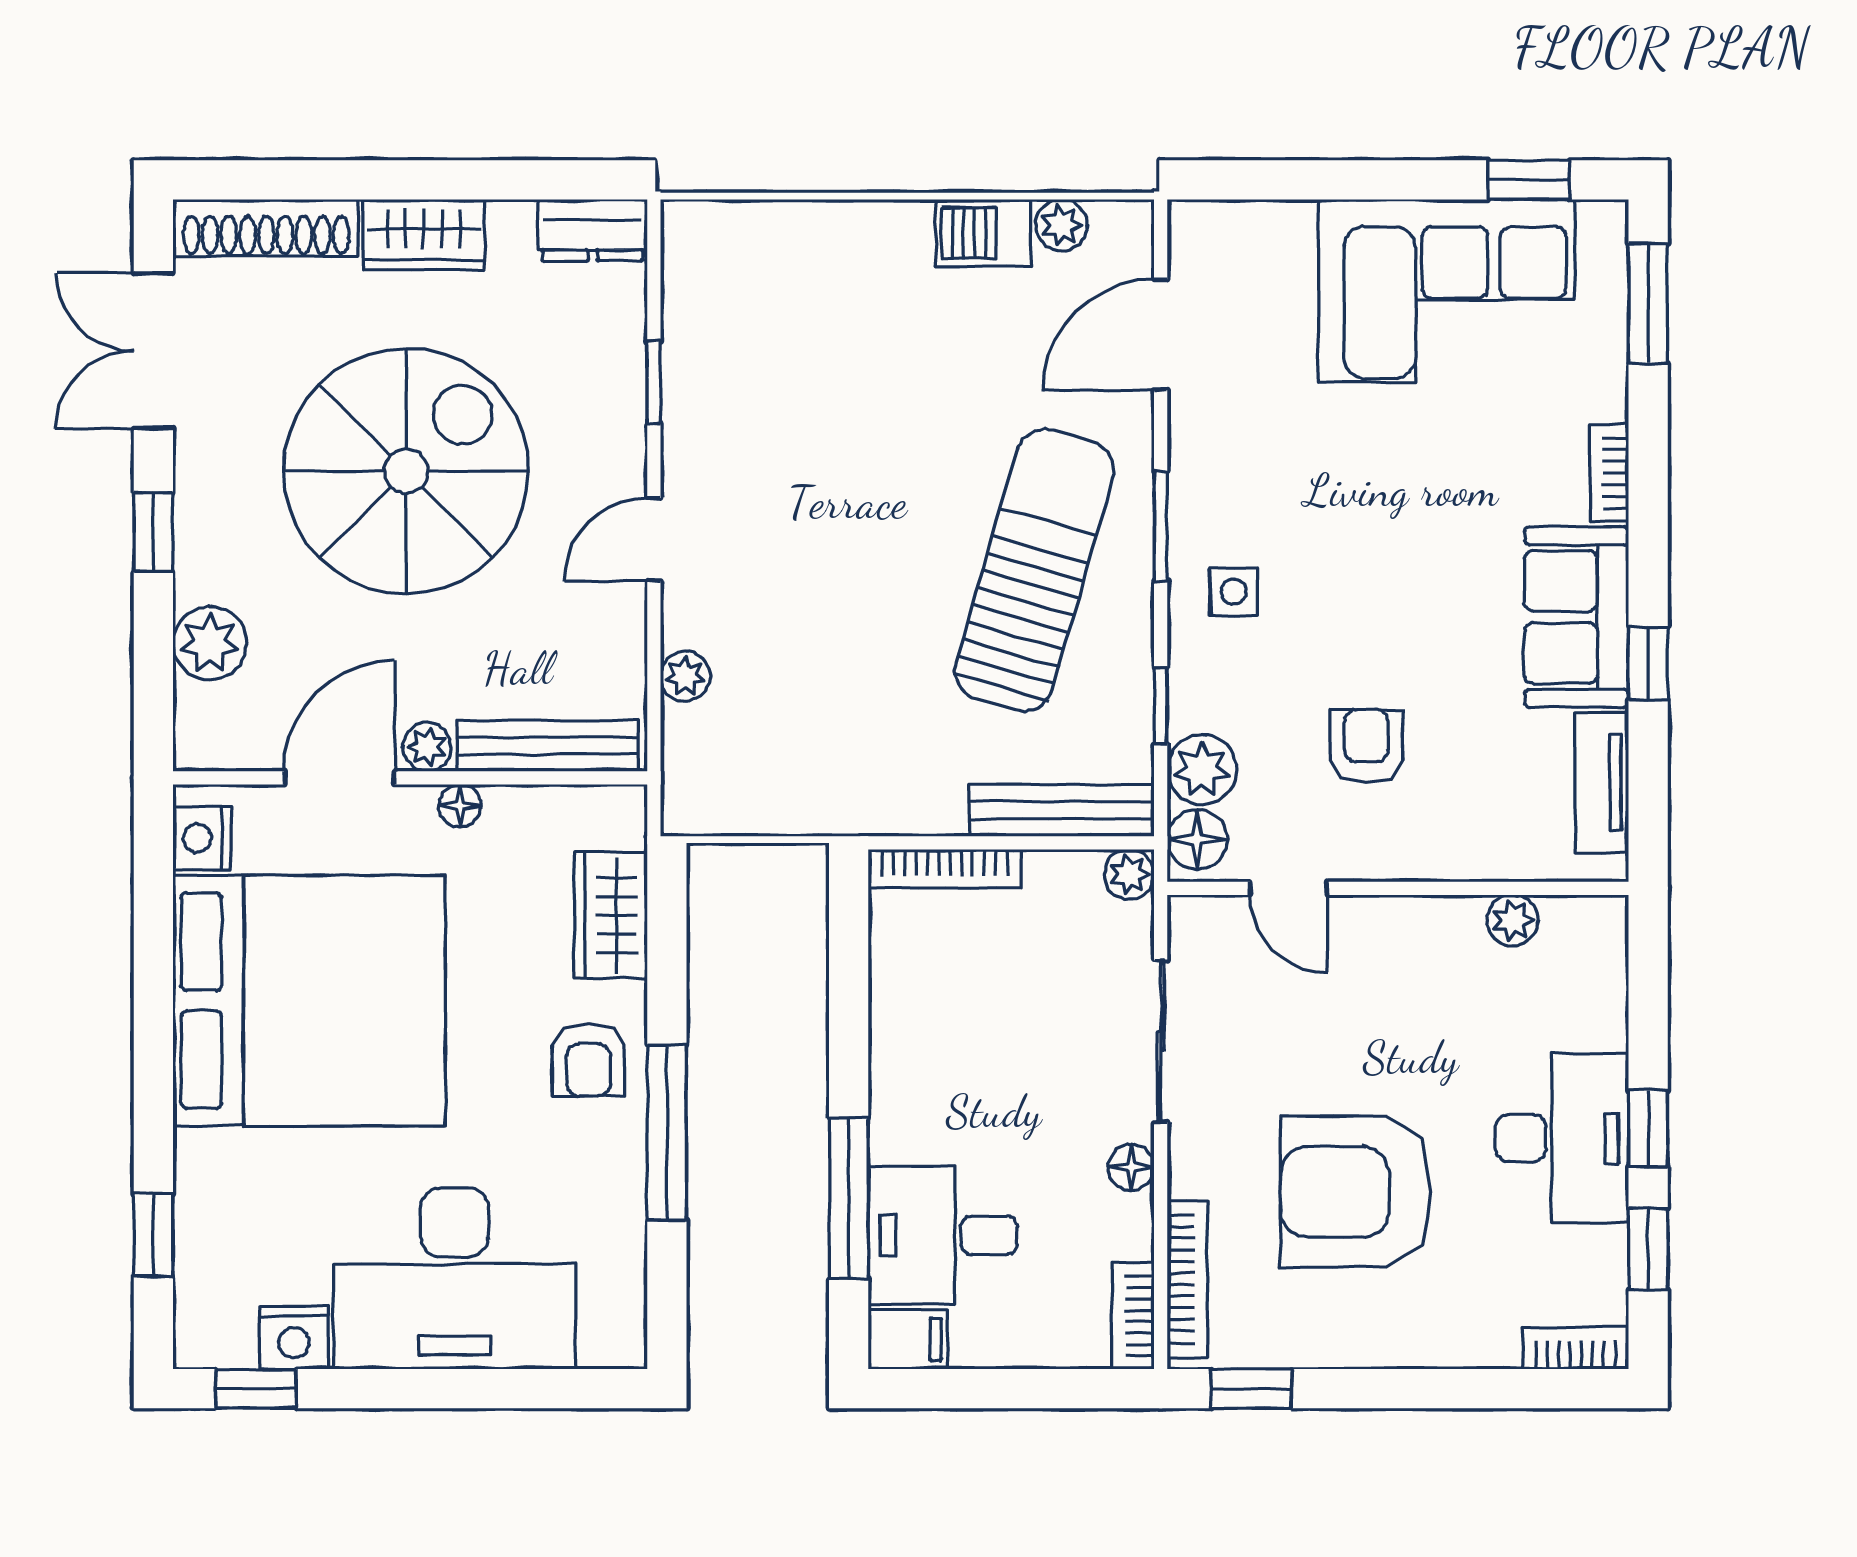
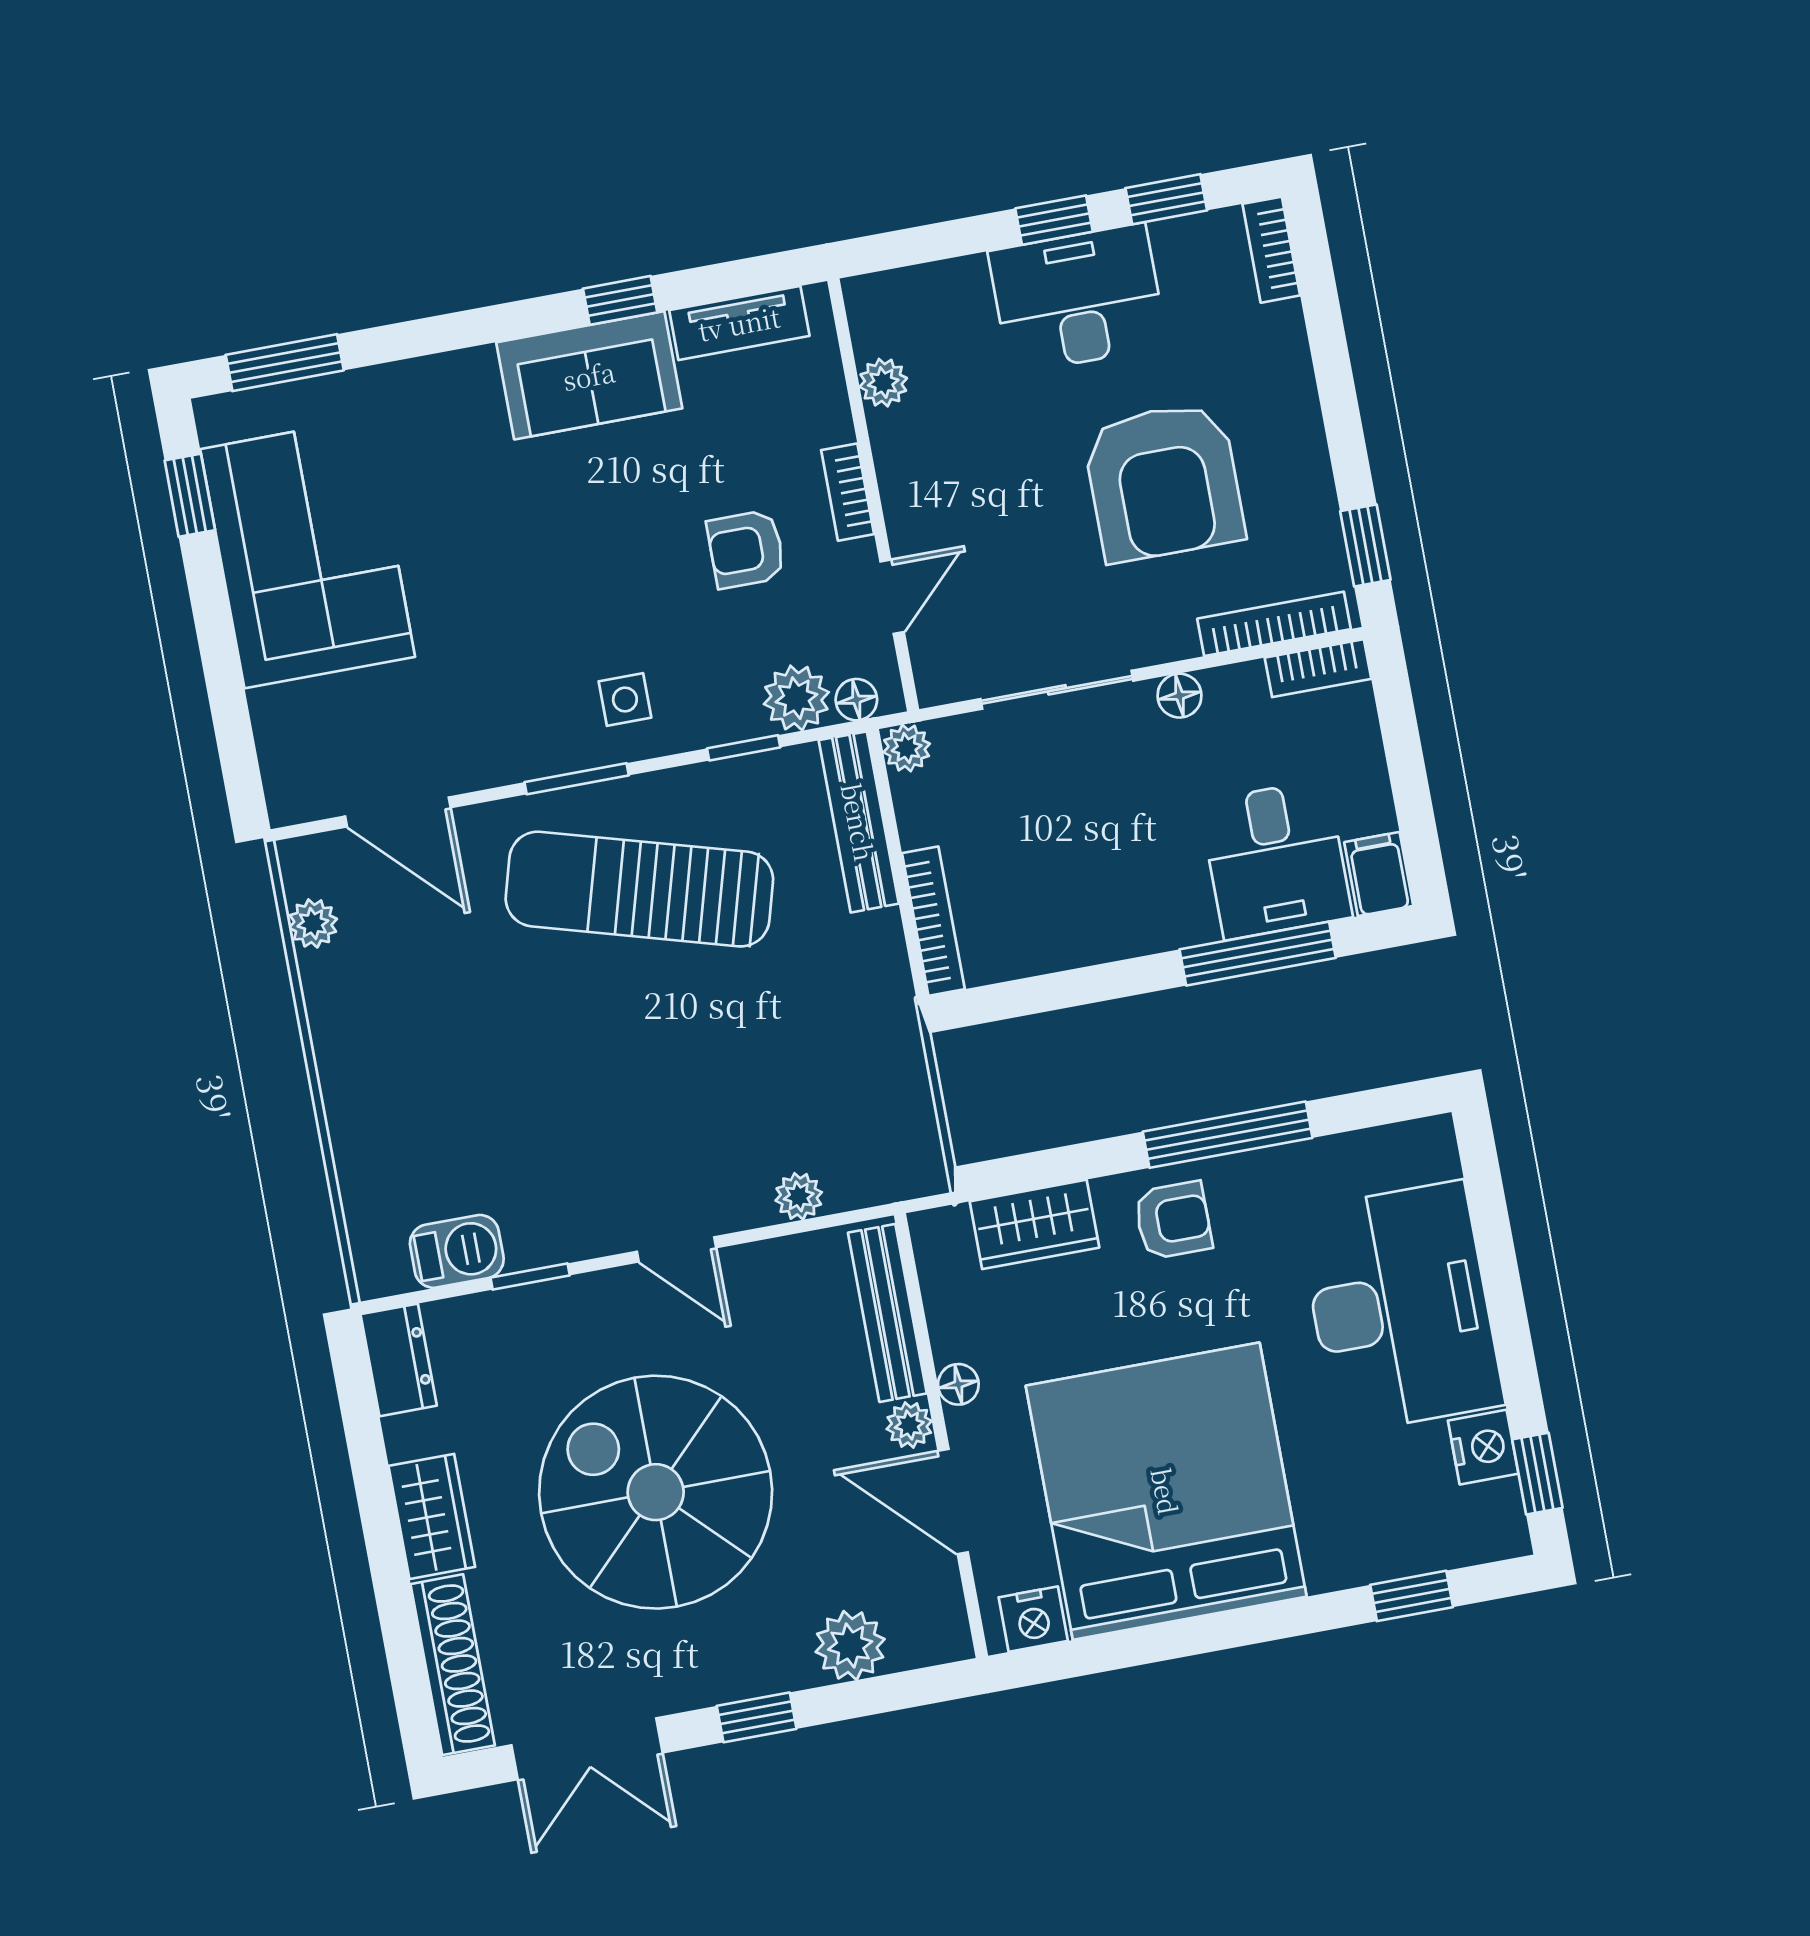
barbecue: (983, 233) -> (457, 1251), moved, turned -90
bookcase: (1609, 473) -> (848, 492), moved, turned 90
floor lamp: (1197, 840) -> (856, 700), width x0.73, depth x0.73

